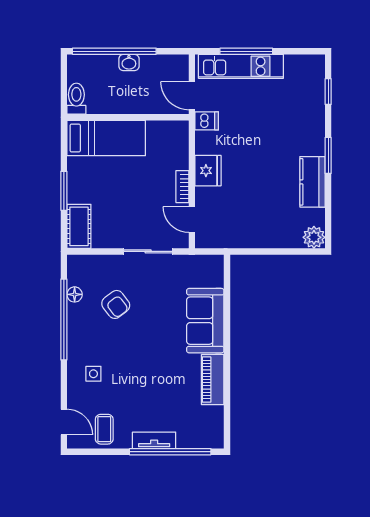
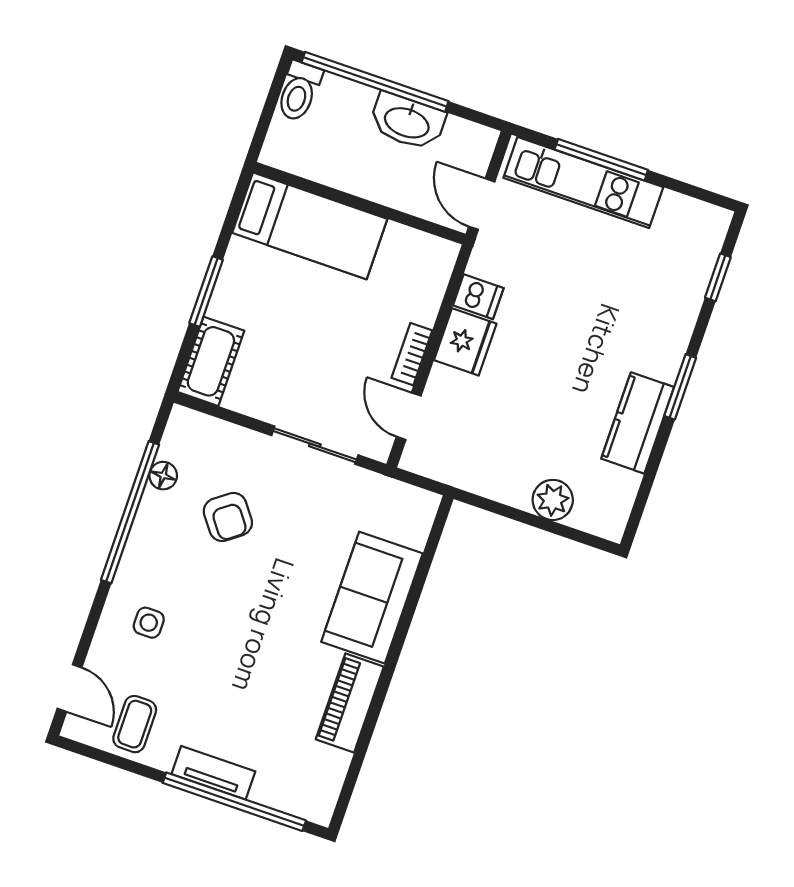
washbasin: (129, 62) -> (407, 122), width x1.91, depth x1.45
toilet: (76, 99) -> (299, 91), moved, turned 180
dishwasher: (207, 121) -> (478, 297), moved
plant: (314, 237) -> (553, 500), moved

